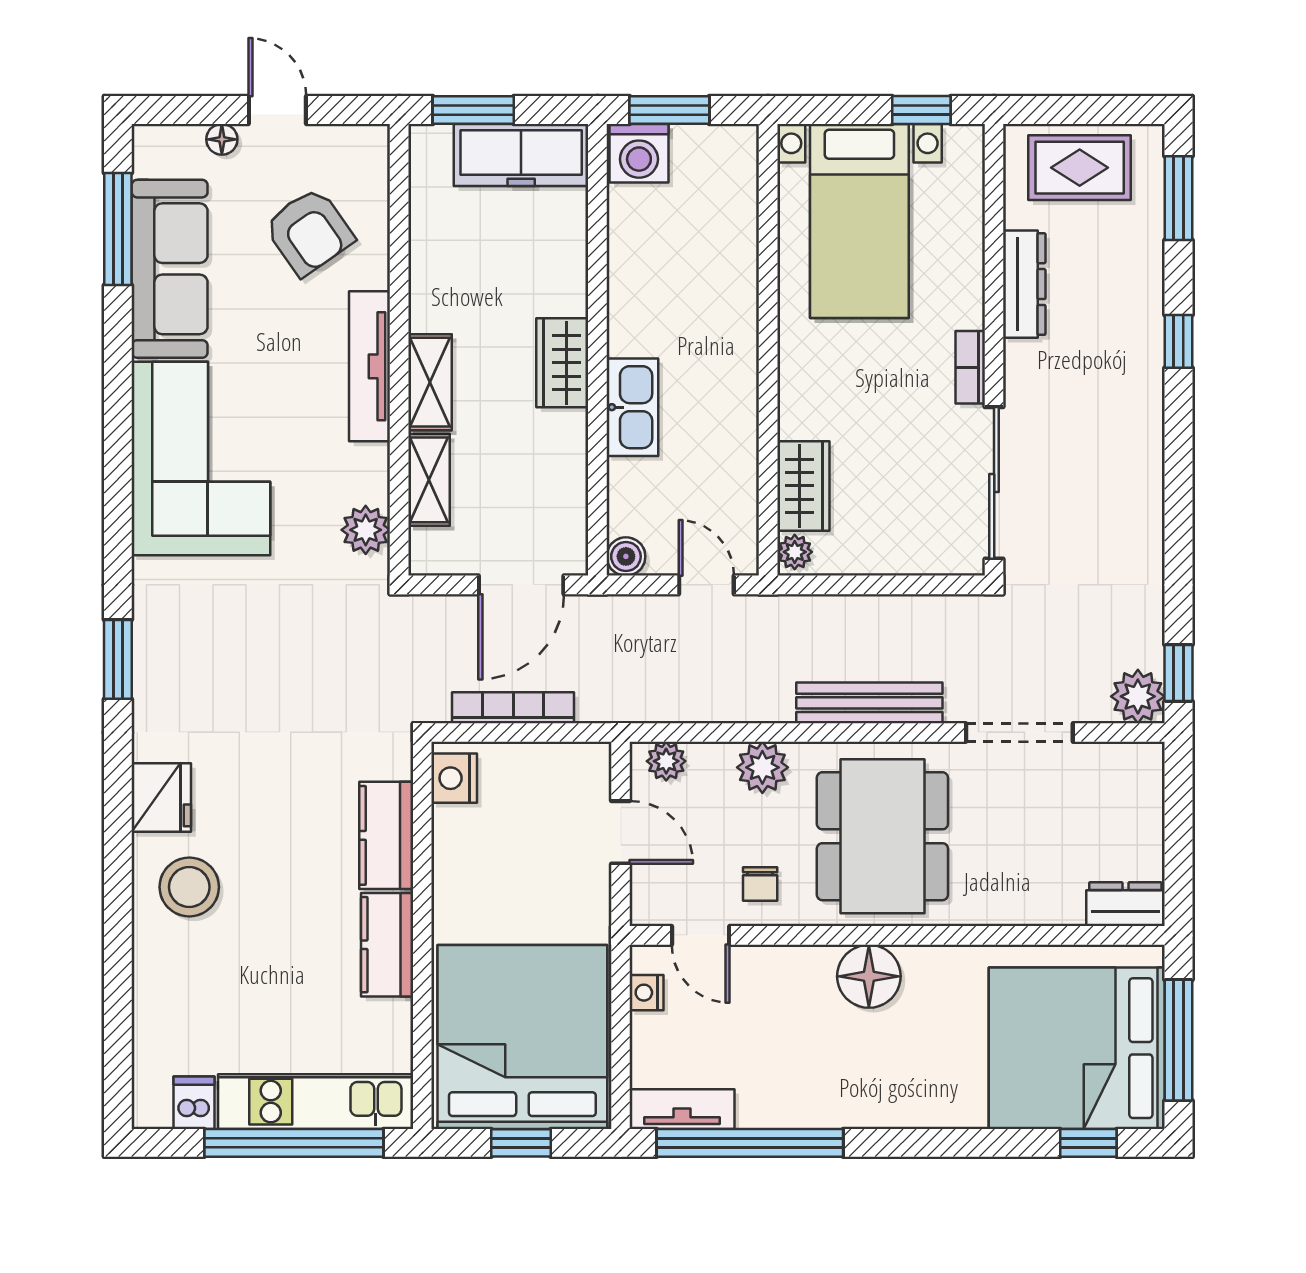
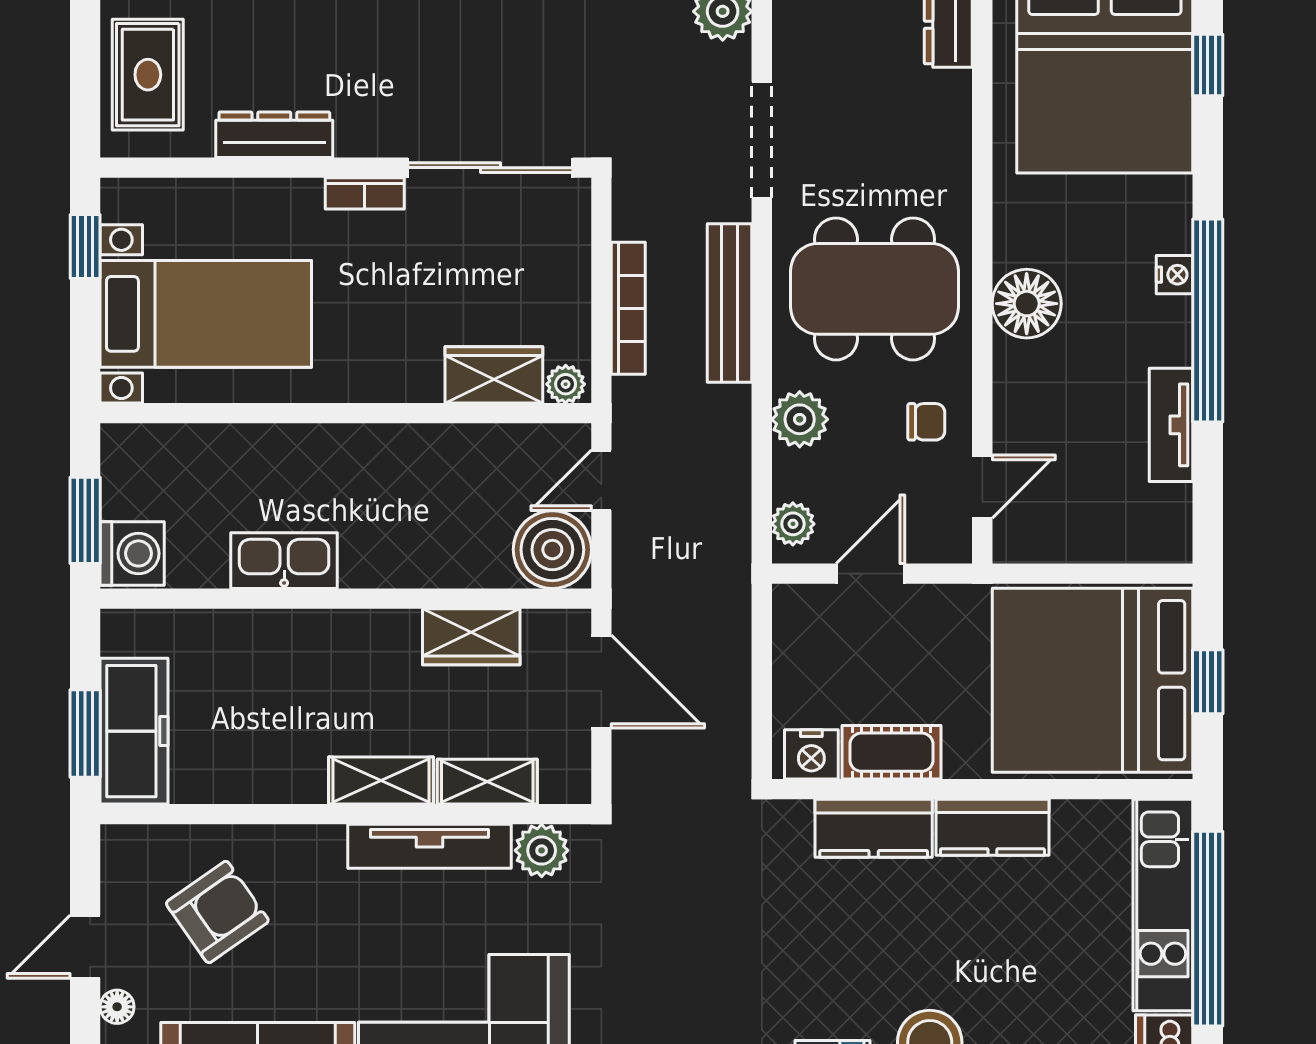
freezer: (521, 155) -> (134, 731), moved
wardrobe: (562, 363) -> (471, 637), moved
tv unit: (370, 366) -> (430, 846), moved
kitchen sink: (632, 407) -> (284, 561), moved
boiler: (626, 556) -> (552, 550), width x1.86, depth x1.86
bookcase: (513, 708) -> (628, 308), moved, turned 180
cot: (456, 852) -> (892, 752), added
nightstand: (646, 993) -> (1175, 275), moved, turned -90
tv unit: (682, 1109) -> (1171, 425), moved
window: (750, 1143) -> (1208, 320), moved

